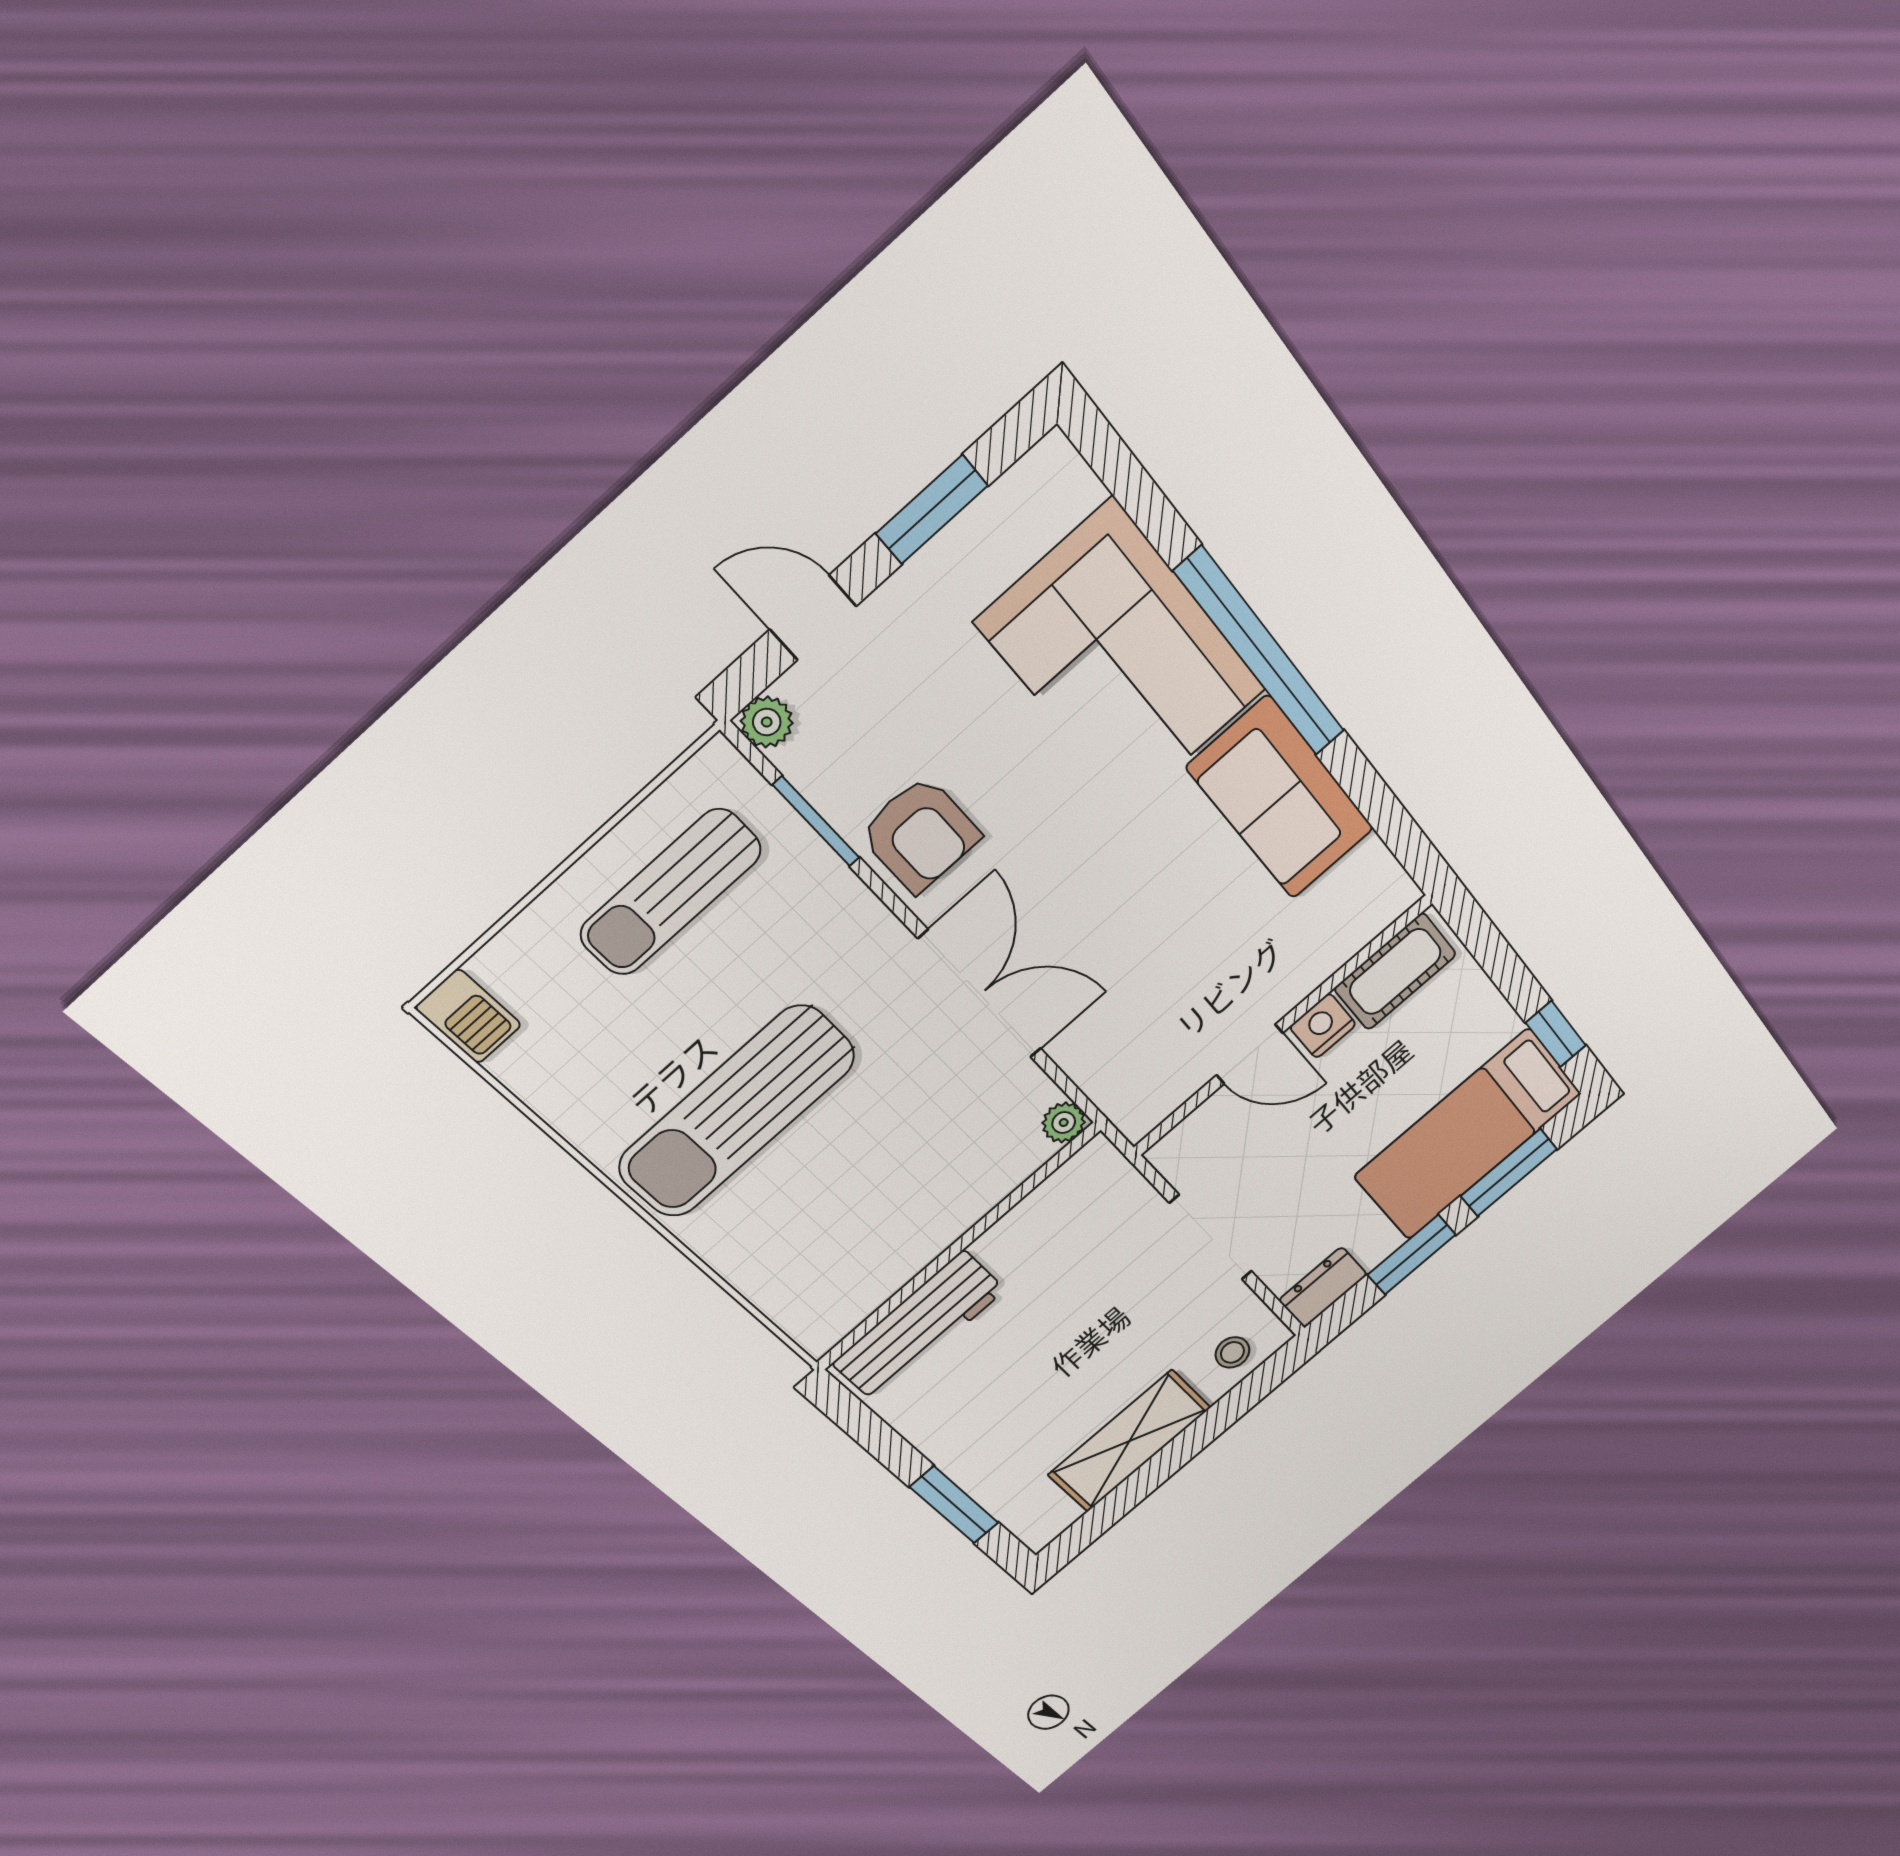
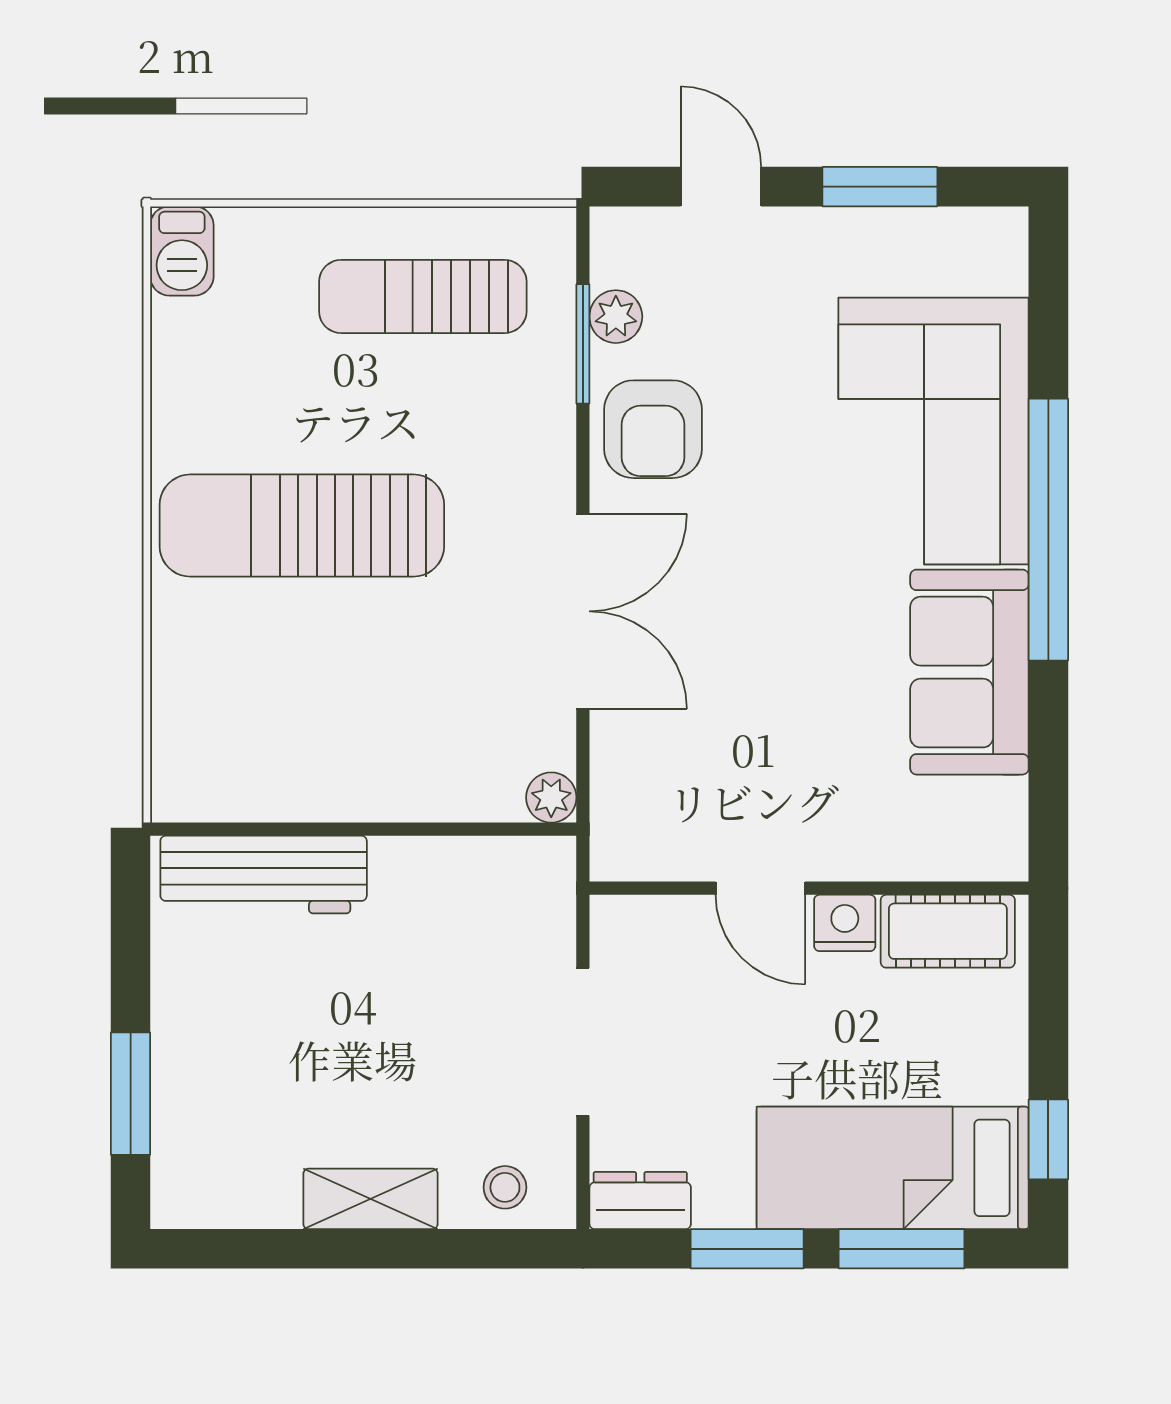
plant: (767, 722) -> (616, 317), moved
shelving: (1129, 1441) -> (370, 1199), width x0.67, depth x0.75

